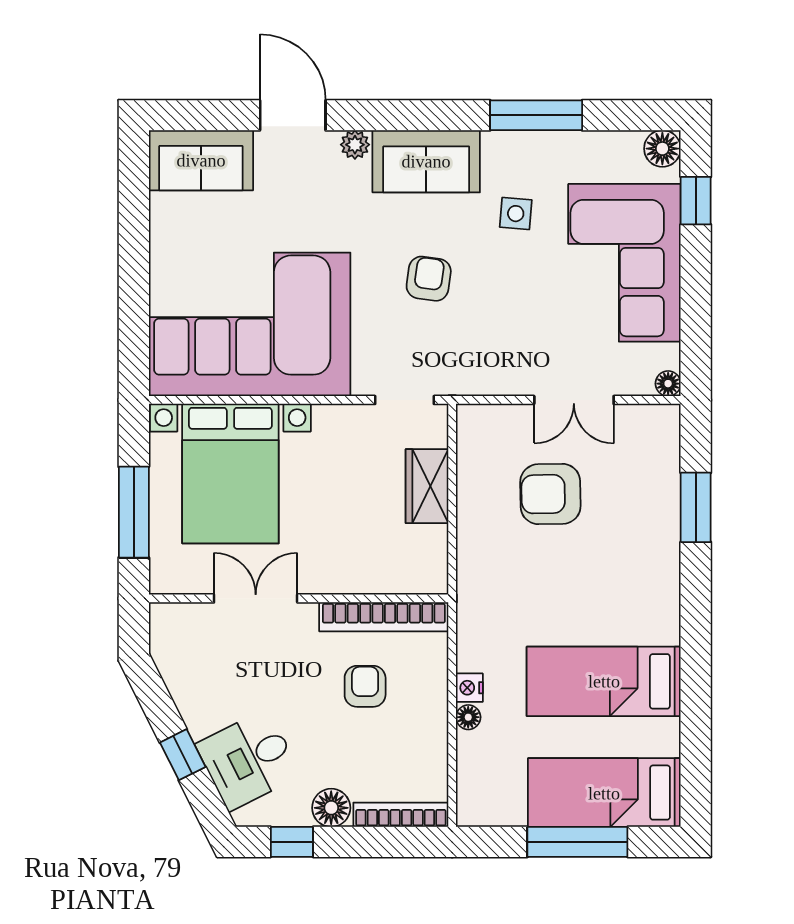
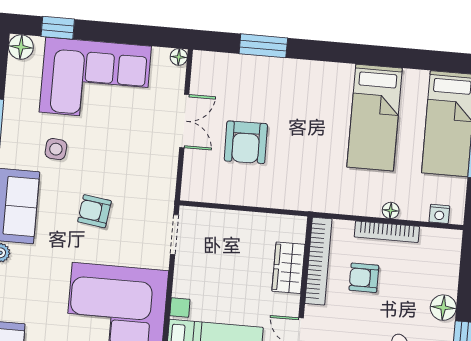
wardrobe: (427, 486) -> (288, 268), moved, turned 90
nightstand: (469, 688) -> (439, 214), moved
bookcase: (401, 815) -> (387, 232), moved, turned -90

